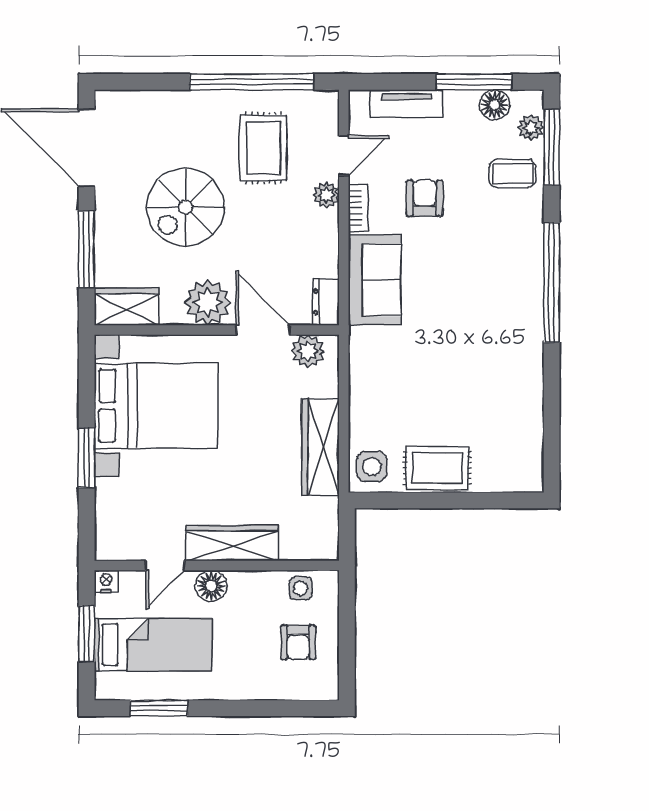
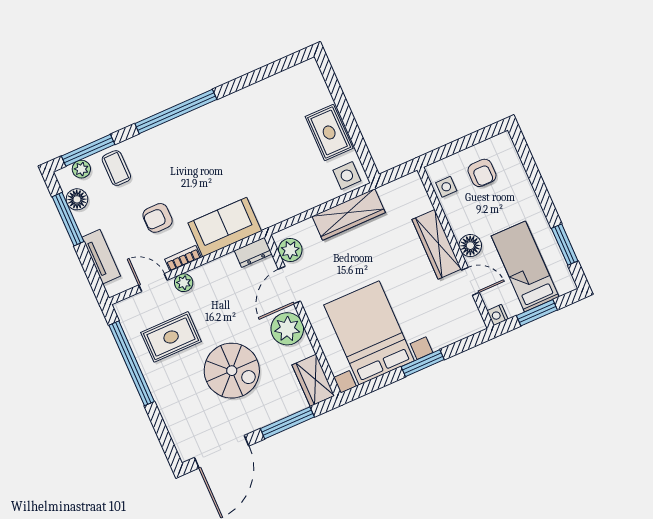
armchair: (298, 642) -> (482, 173), turned 90

